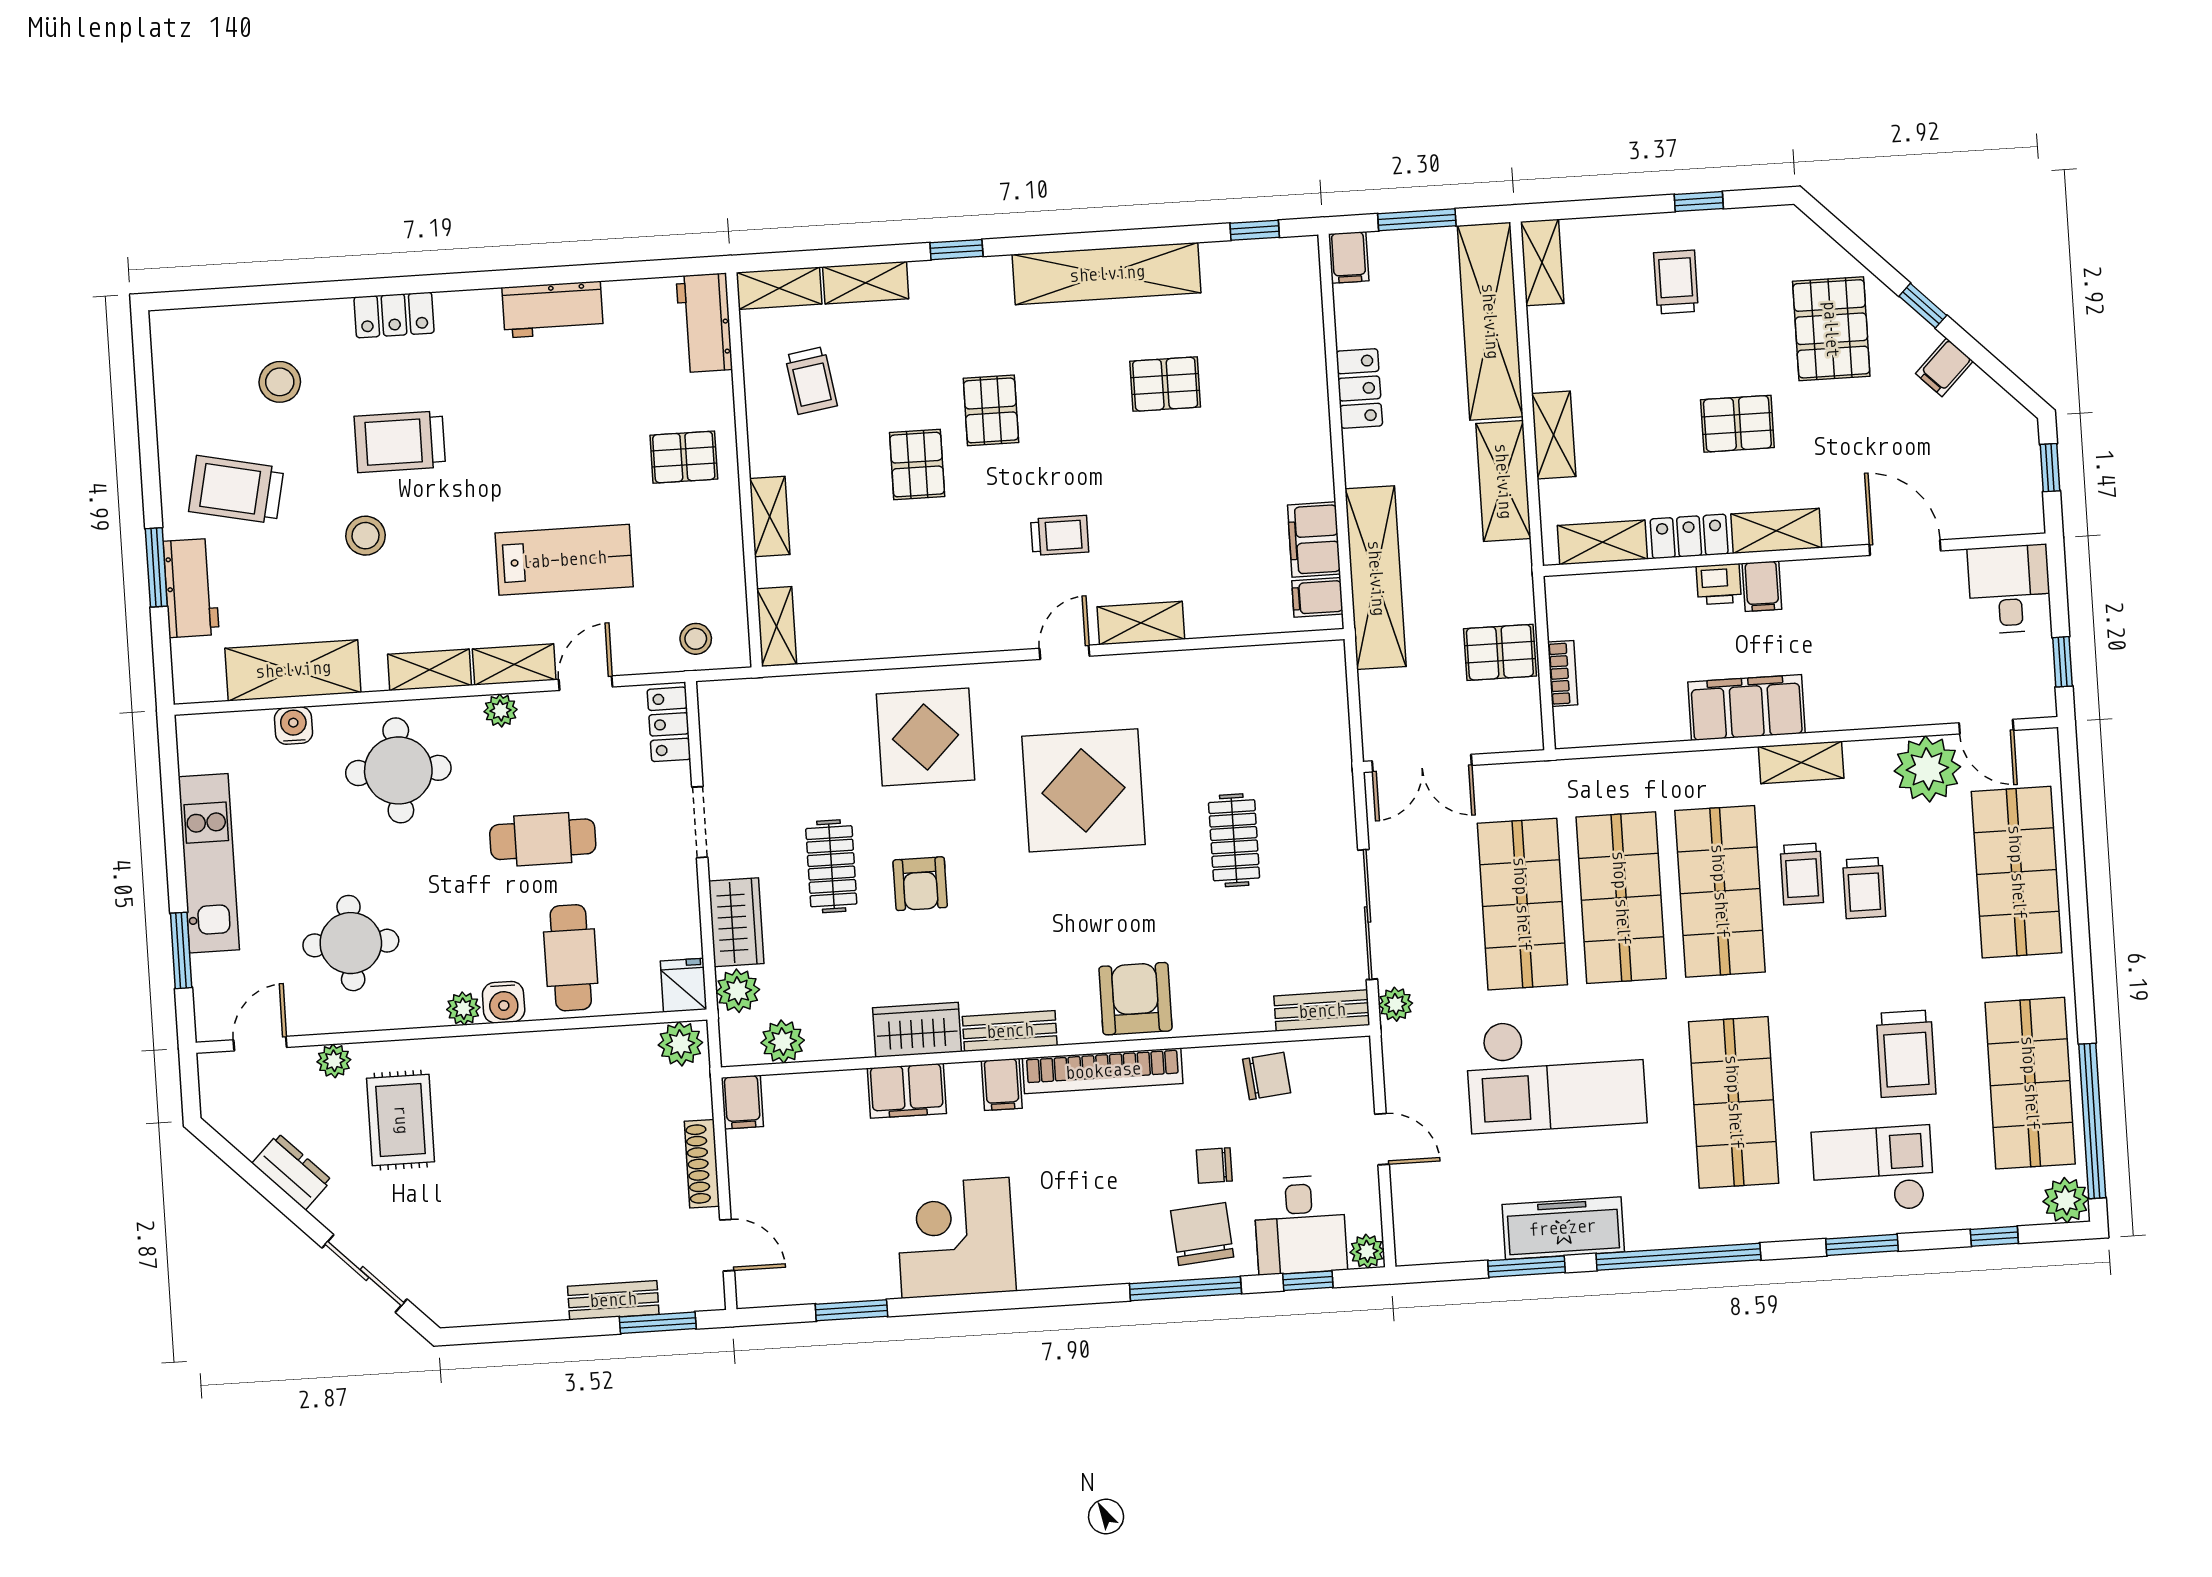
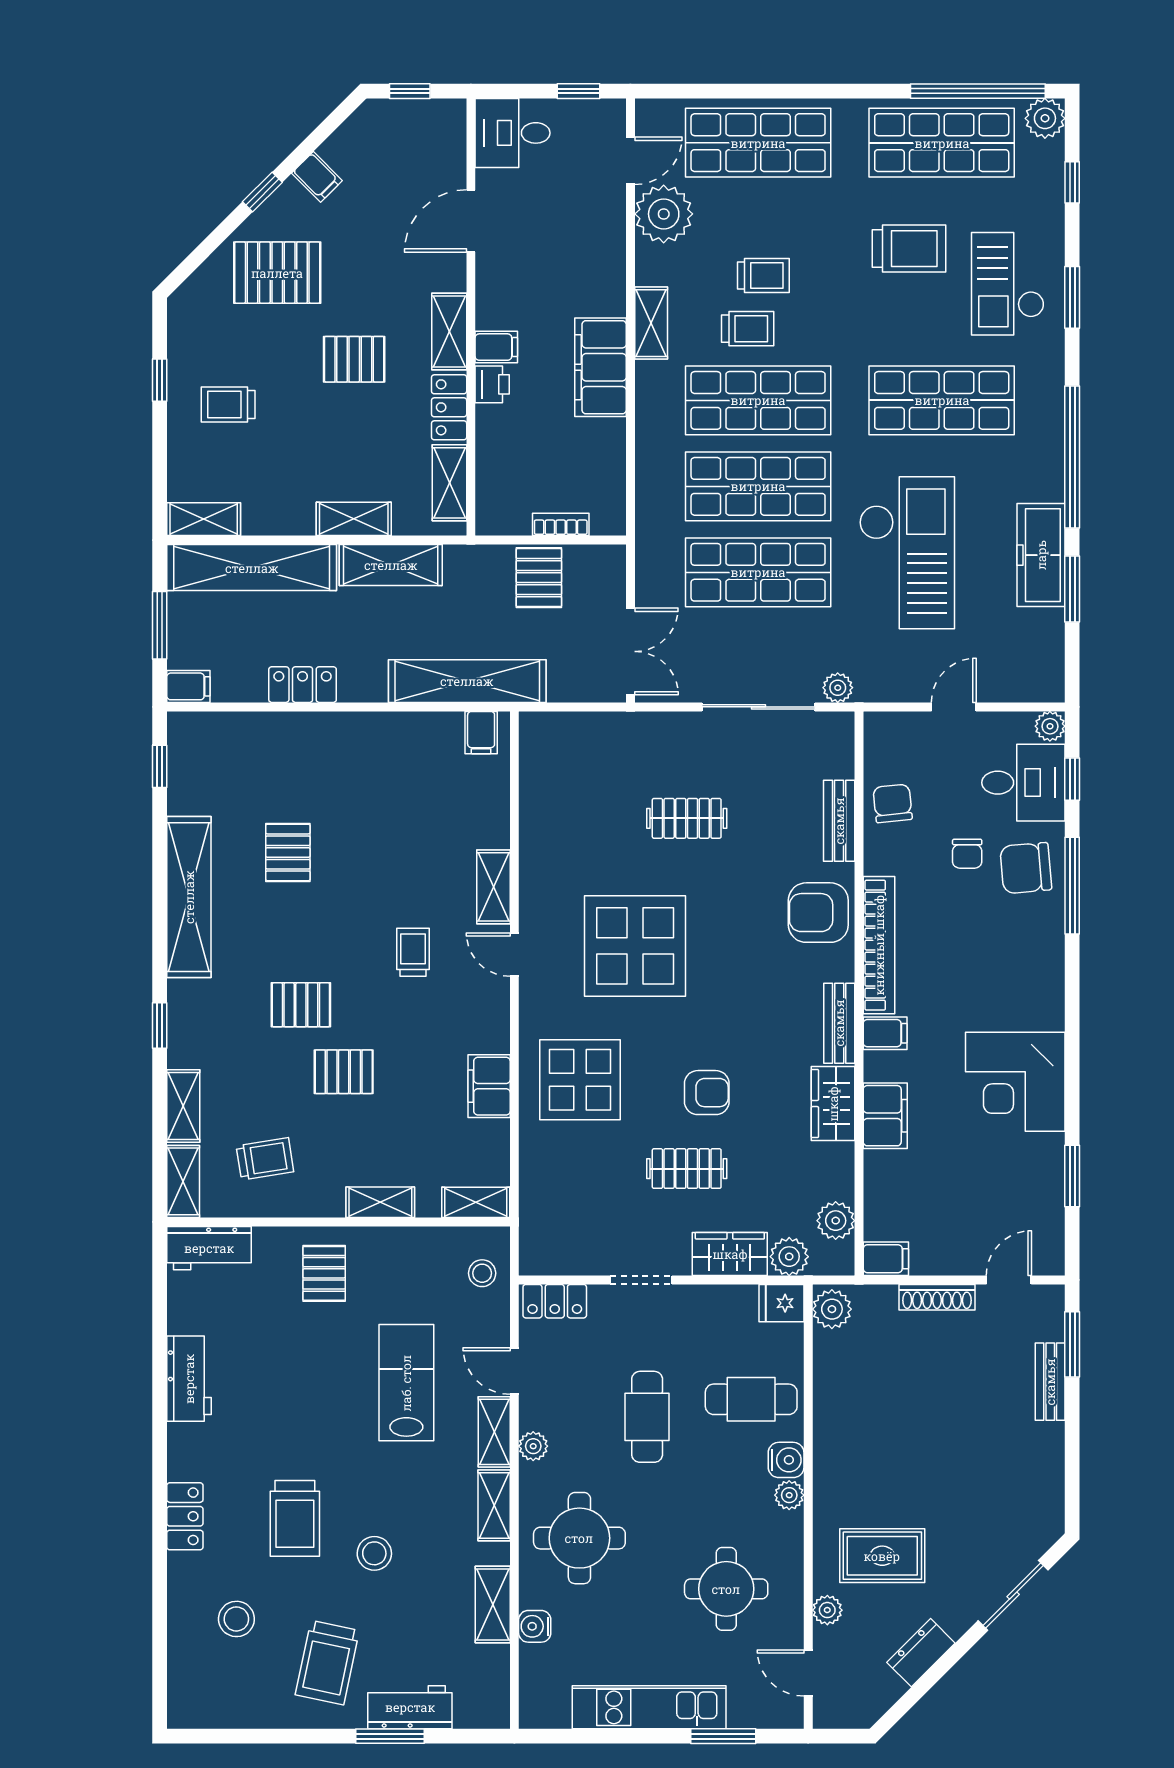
pallet: (1737, 424) -> (354, 359), turned 90
filing cabinet: (1314, 539) -> (489, 1086), moved, turned 90
shelving: (293, 670) -> (493, 1604), width x0.67, depth x0.75
bench: (1322, 1011) -> (839, 821), moved

